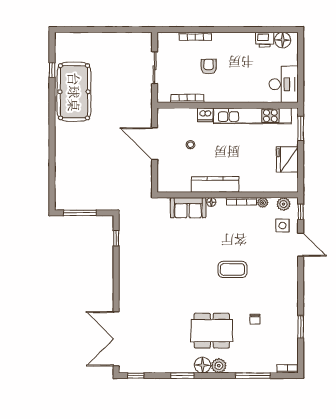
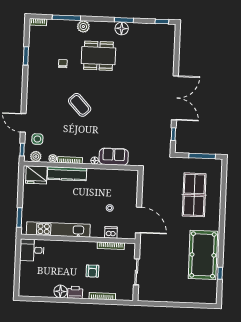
printer: (265, 40) -> (75, 292), moved
floor lamp: (283, 40) -> (60, 291), moved
desk: (284, 84) -> (32, 250), width x0.73
dishwasher: (205, 115) -> (111, 232), moved
door: (155, 144) -> (139, 220), moved
fridge: (287, 159) -> (36, 175), moved, turned 90
table tennis table: (88, 165) -> (194, 195), added
kitchen counter: (215, 184) -> (67, 174), moved
coffee table: (232, 269) -> (80, 105), turned 47
double door: (116, 339) -> (175, 98), moved
floor lamp: (202, 365) -> (122, 28), moved
plant: (219, 366) -> (83, 26), moved

